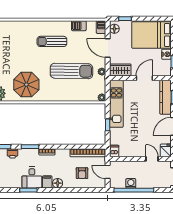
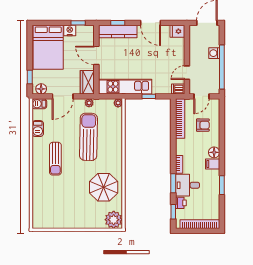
door: (152, 159) -> (187, 73), moved
desk: (32, 177) -> (187, 185), moved, turned 180
washing machine: (131, 183) -> (214, 53), moved

